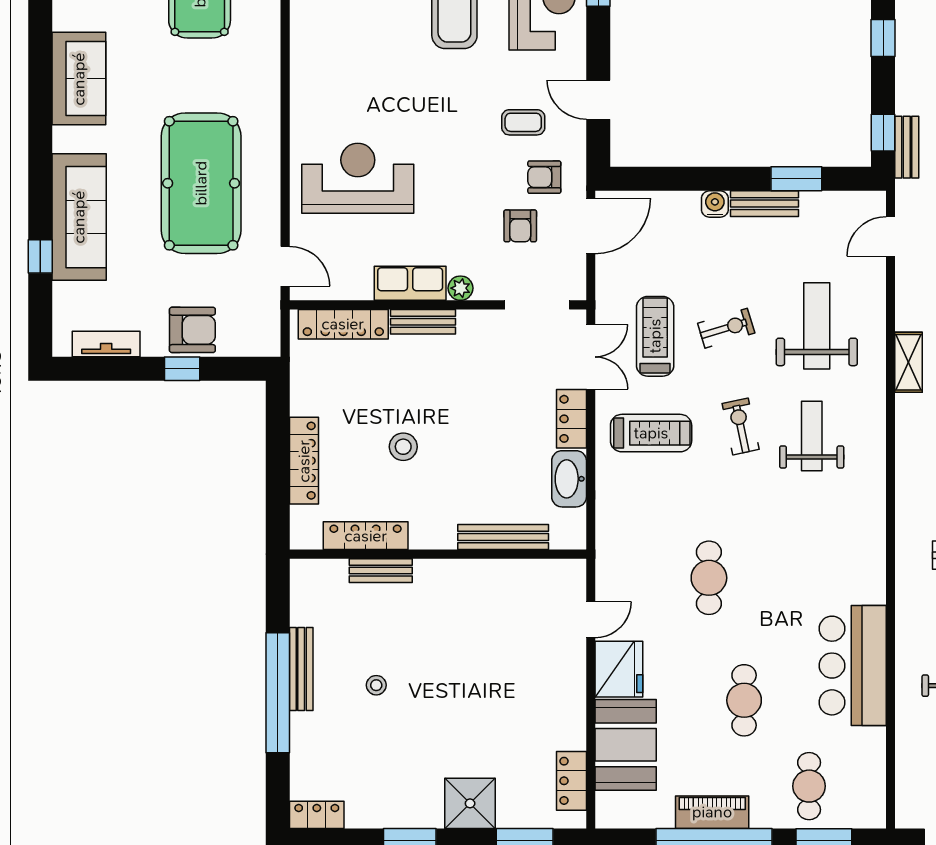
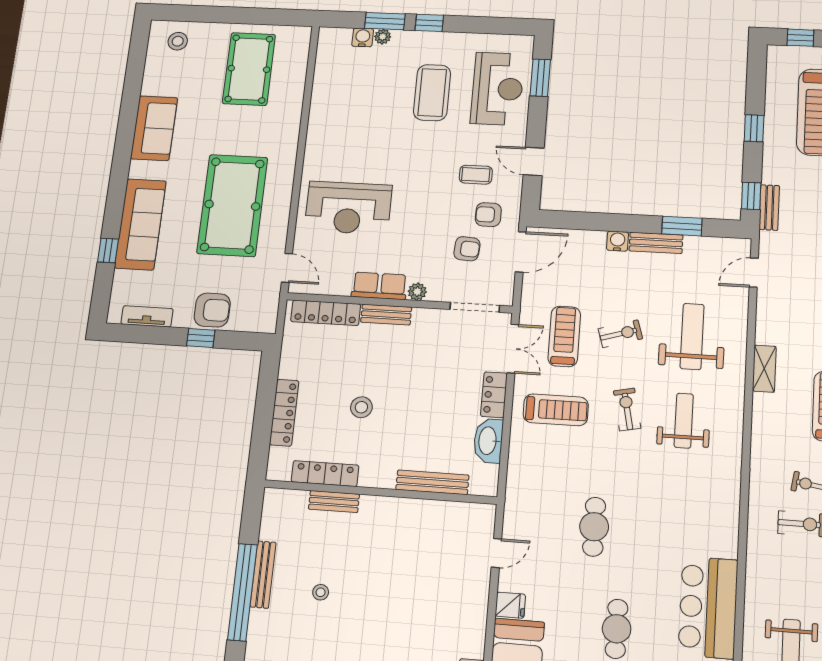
reception desk: (358, 178) -> (348, 208), turned 180
armchair: (520, 226) -> (467, 249), turned -86
fridge: (619, 669) -> (510, 605), width x0.53, depth x0.75

